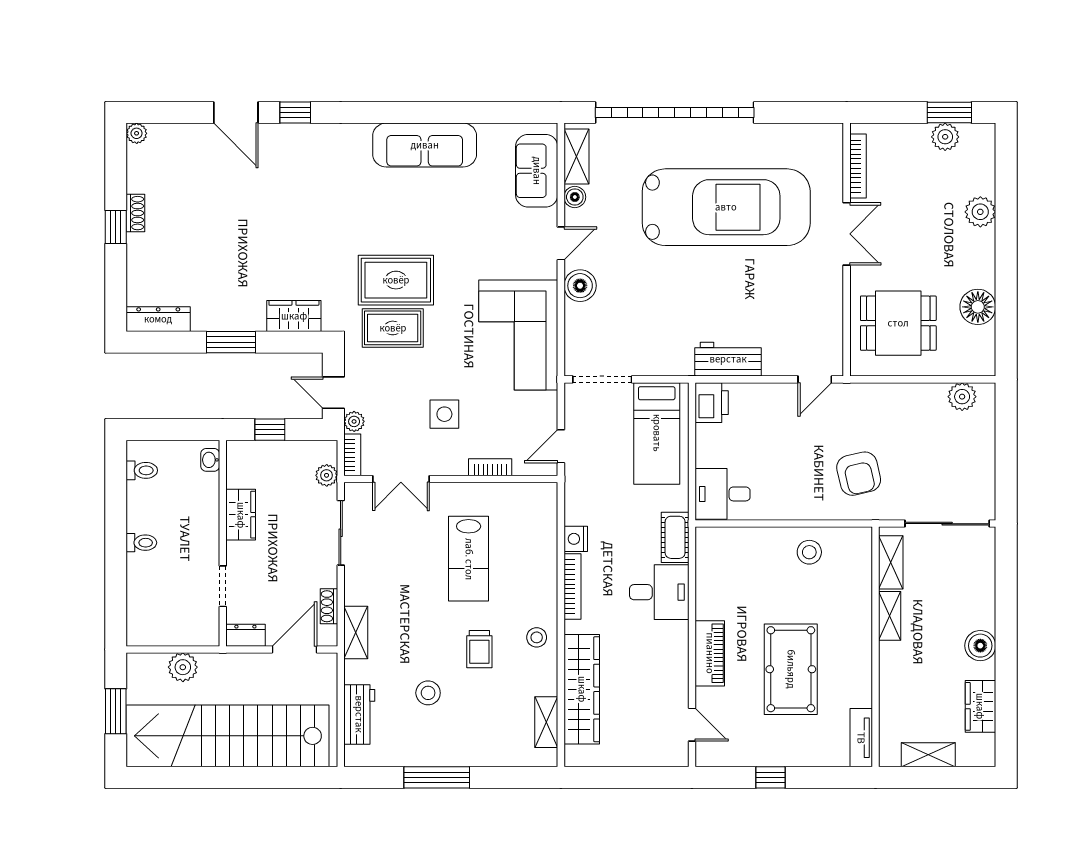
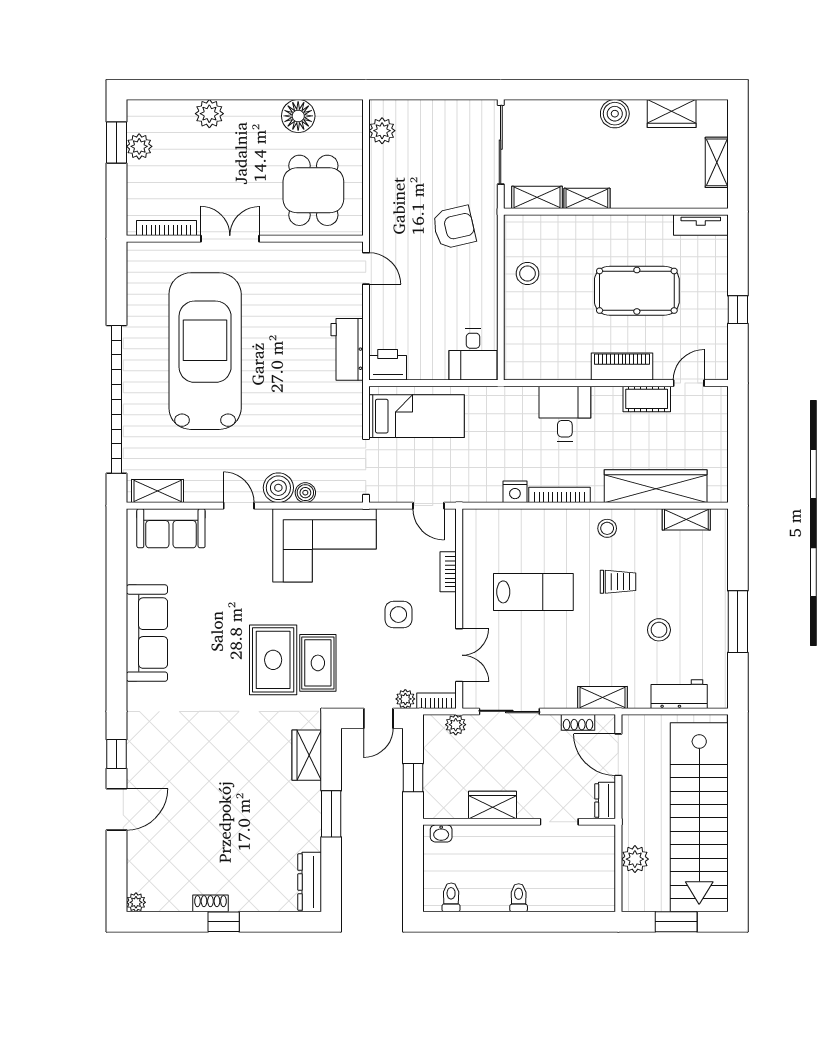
boiler: (575, 197) -> (305, 493), moved
cot: (675, 537) -> (647, 399), moved

